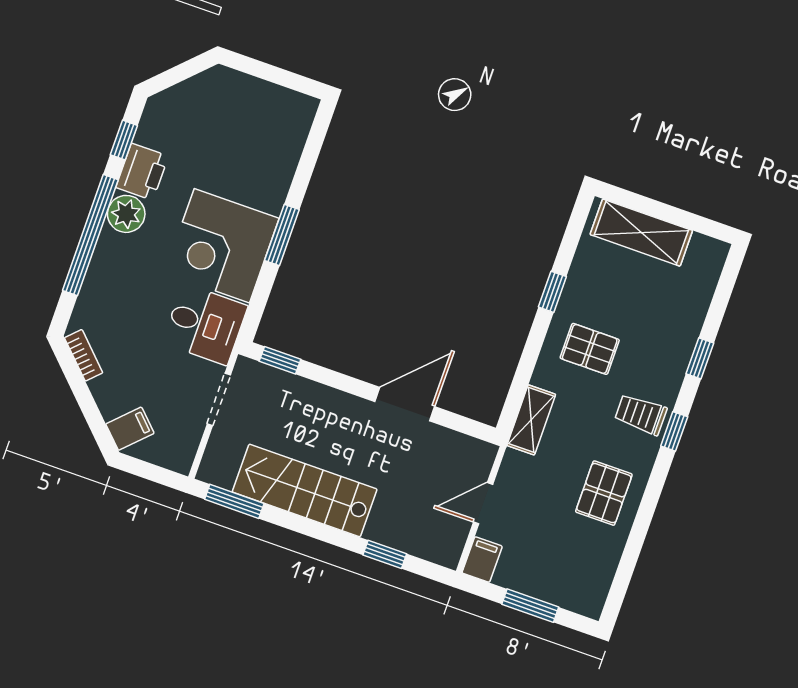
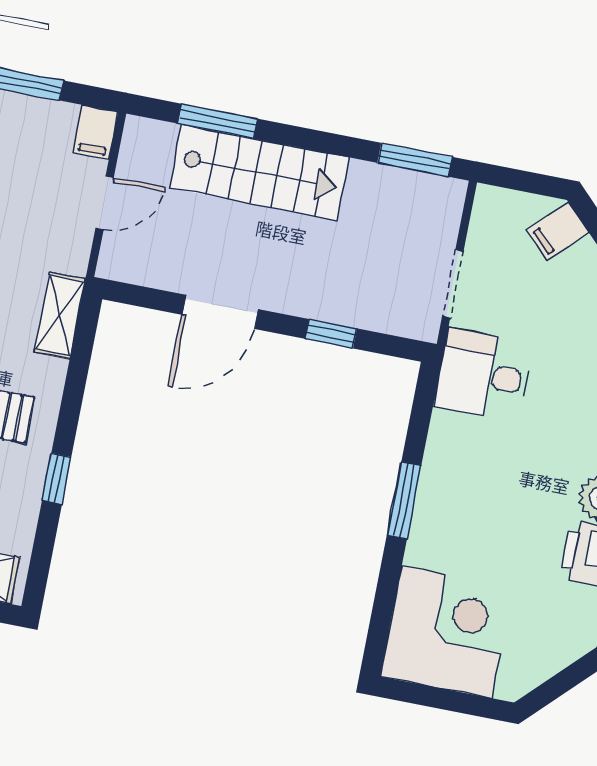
corner desk: (222, 246) -> (446, 632), moved
window: (280, 360) -> (331, 334), moved
stairs: (305, 490) -> (259, 172), moved
window: (385, 554) -> (218, 121), width x1.50

